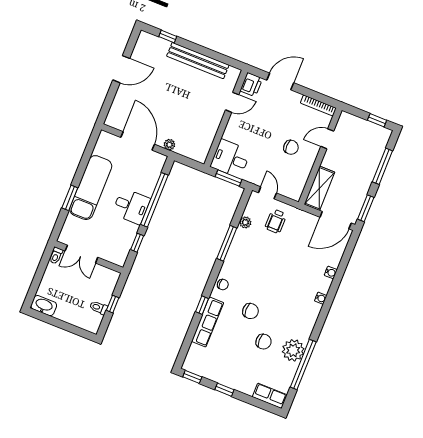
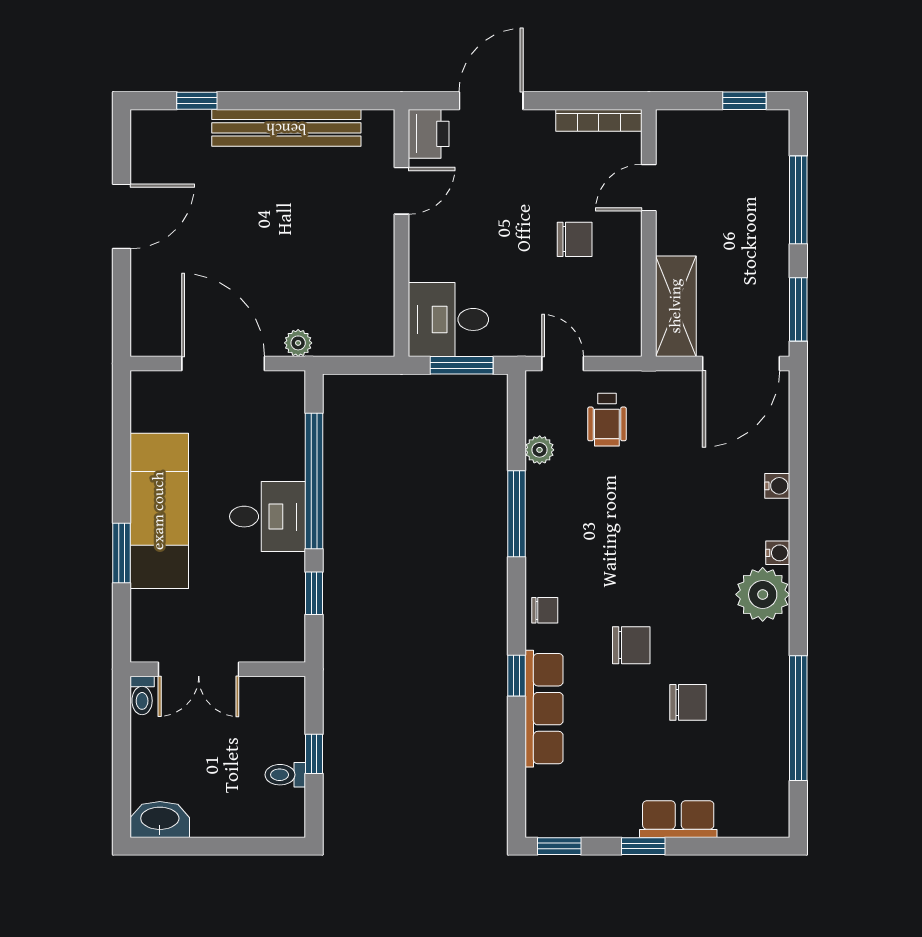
plant: (293, 350) -> (763, 594), moved
row of seats: (270, 396) -> (678, 819), moved

